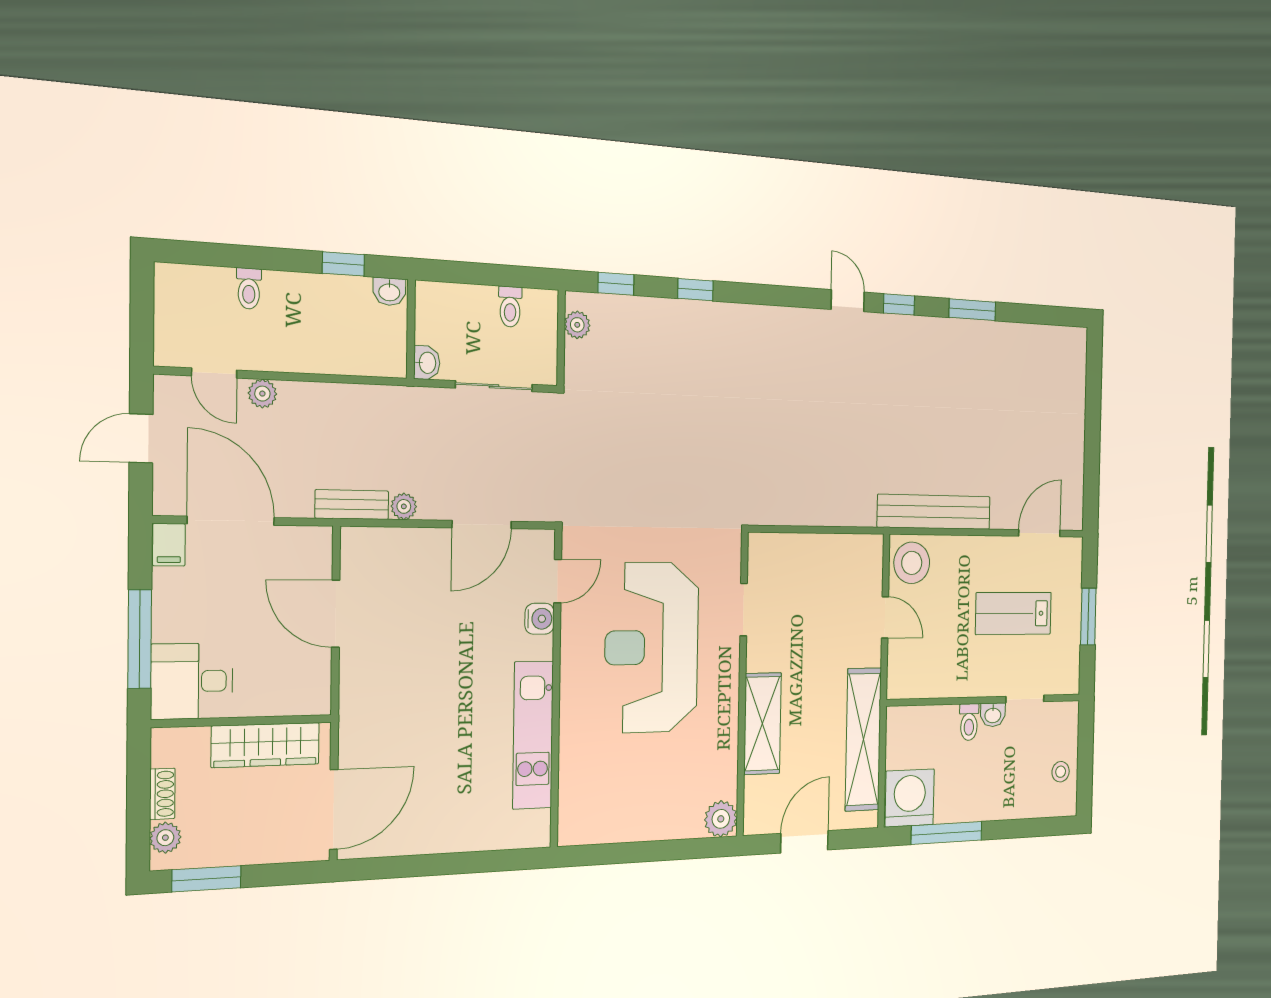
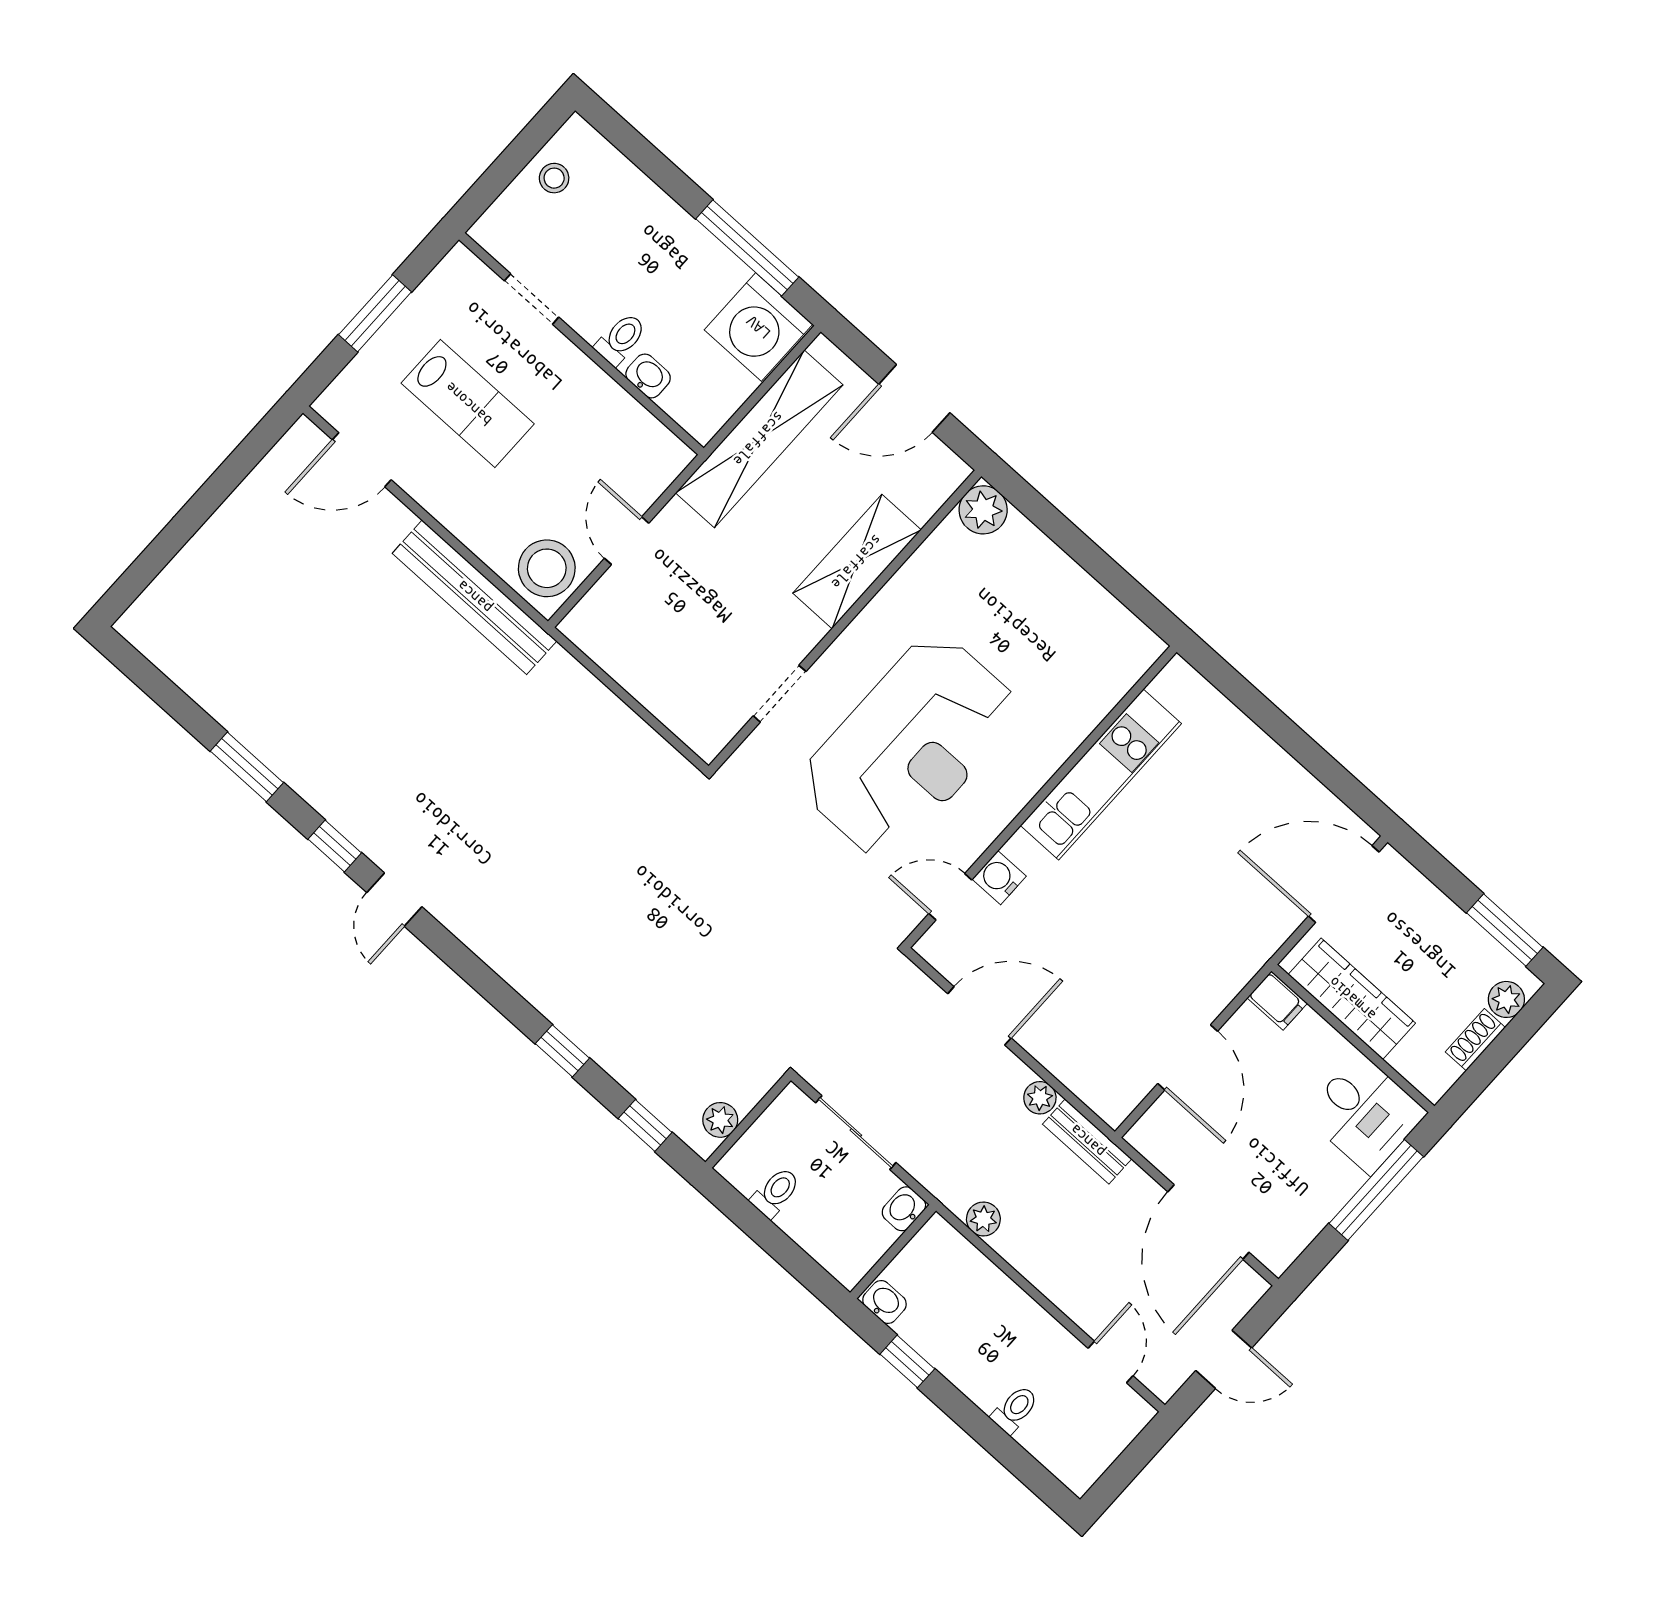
plant: (262, 394) -> (983, 1219), moved
filing cabinet: (169, 545) -> (1277, 1001), moved, turned 90
washbasin: (993, 715) -> (648, 376), moved

